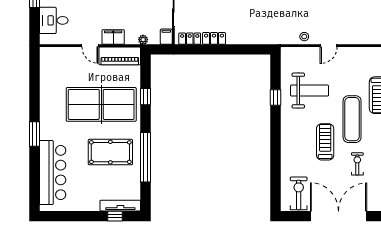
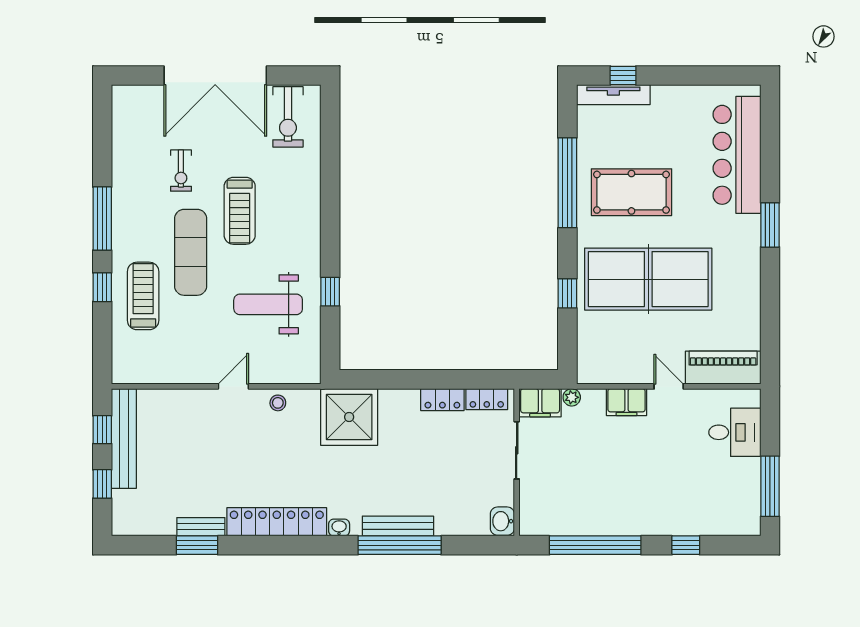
shower: (265, 29) -> (349, 417), added
filing cabinet: (166, 37) -> (540, 403), width x2.00
piano: (120, 56) -> (723, 368), moved

